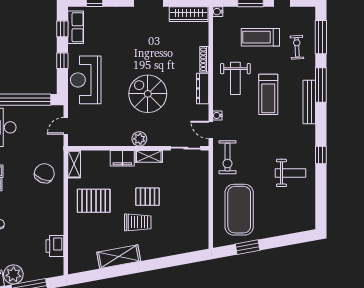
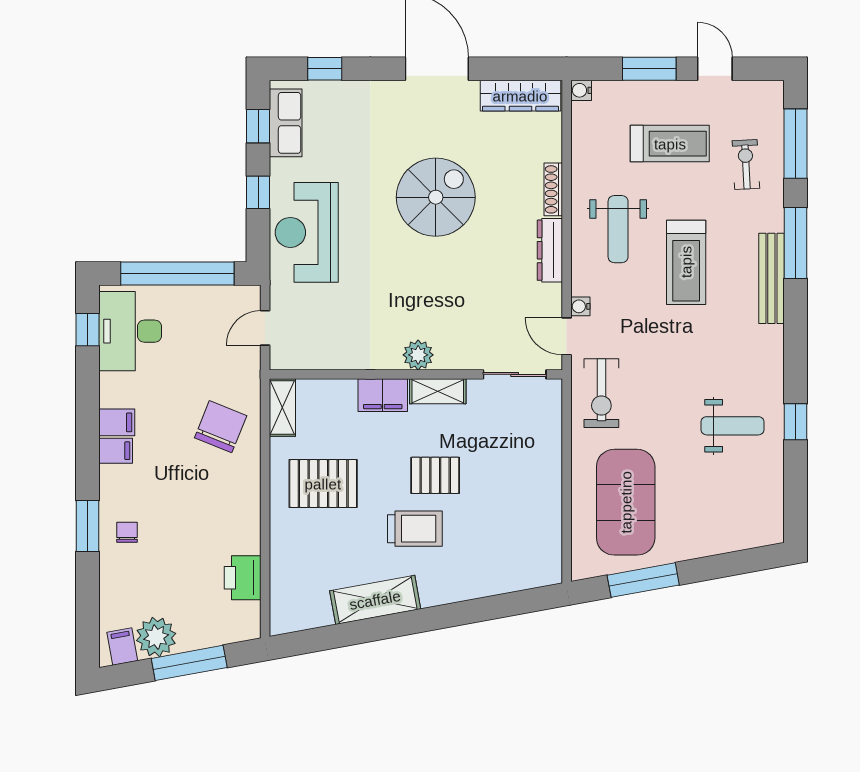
treadmill: (260, 37) -> (670, 144), turned 180
spiral stairs: (148, 94) -> (436, 197), moved, turned 90
window: (321, 155) -> (795, 422), moved
window: (248, 247) -> (643, 580), width x1.44

